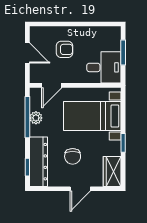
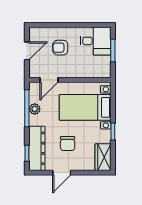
armchair: (64, 49) -> (60, 48), turned 180
door: (27, 53) -> (27, 51), hinge flipped
desk: (104, 67) -> (96, 41), moved
door: (80, 189) -> (62, 173), moved

